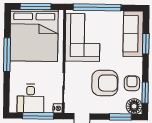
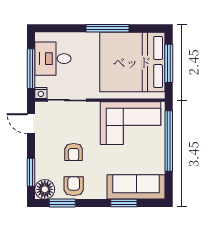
armchair: (105, 83) -> (74, 152), width x0.53, depth x0.53
armchair: (132, 83) -> (74, 186), turned -90

